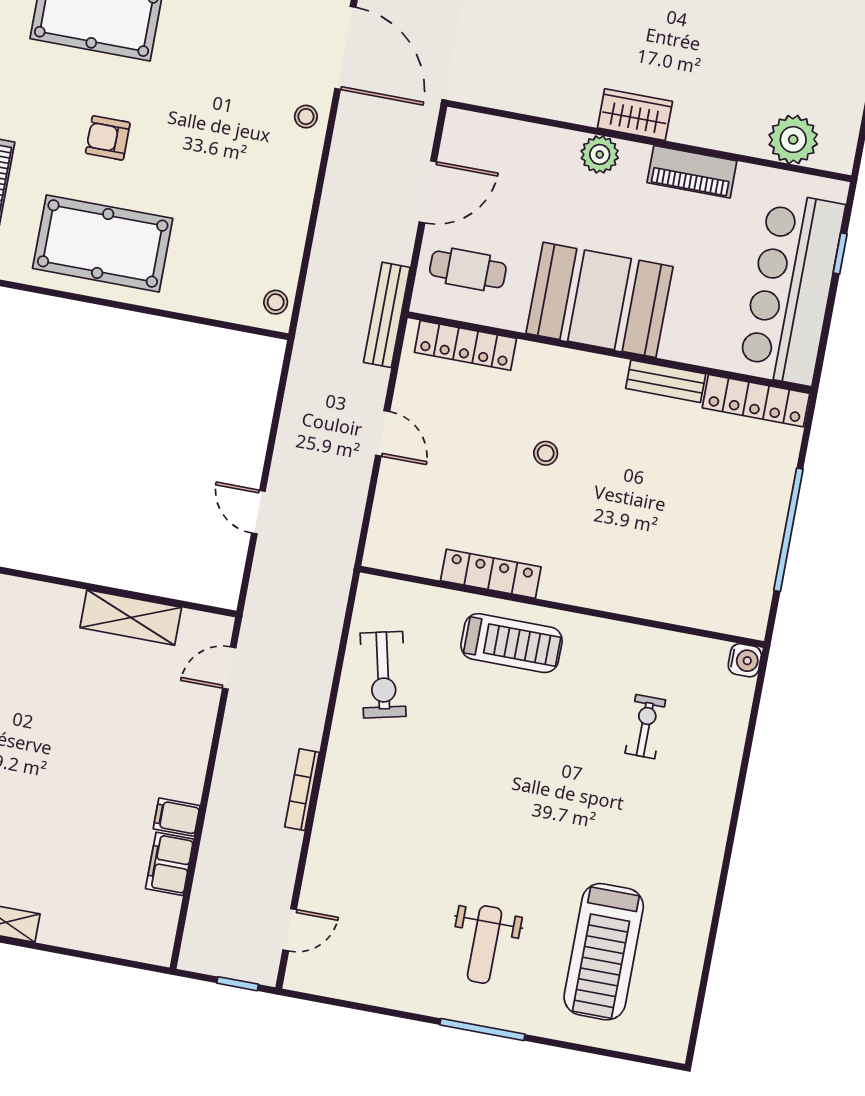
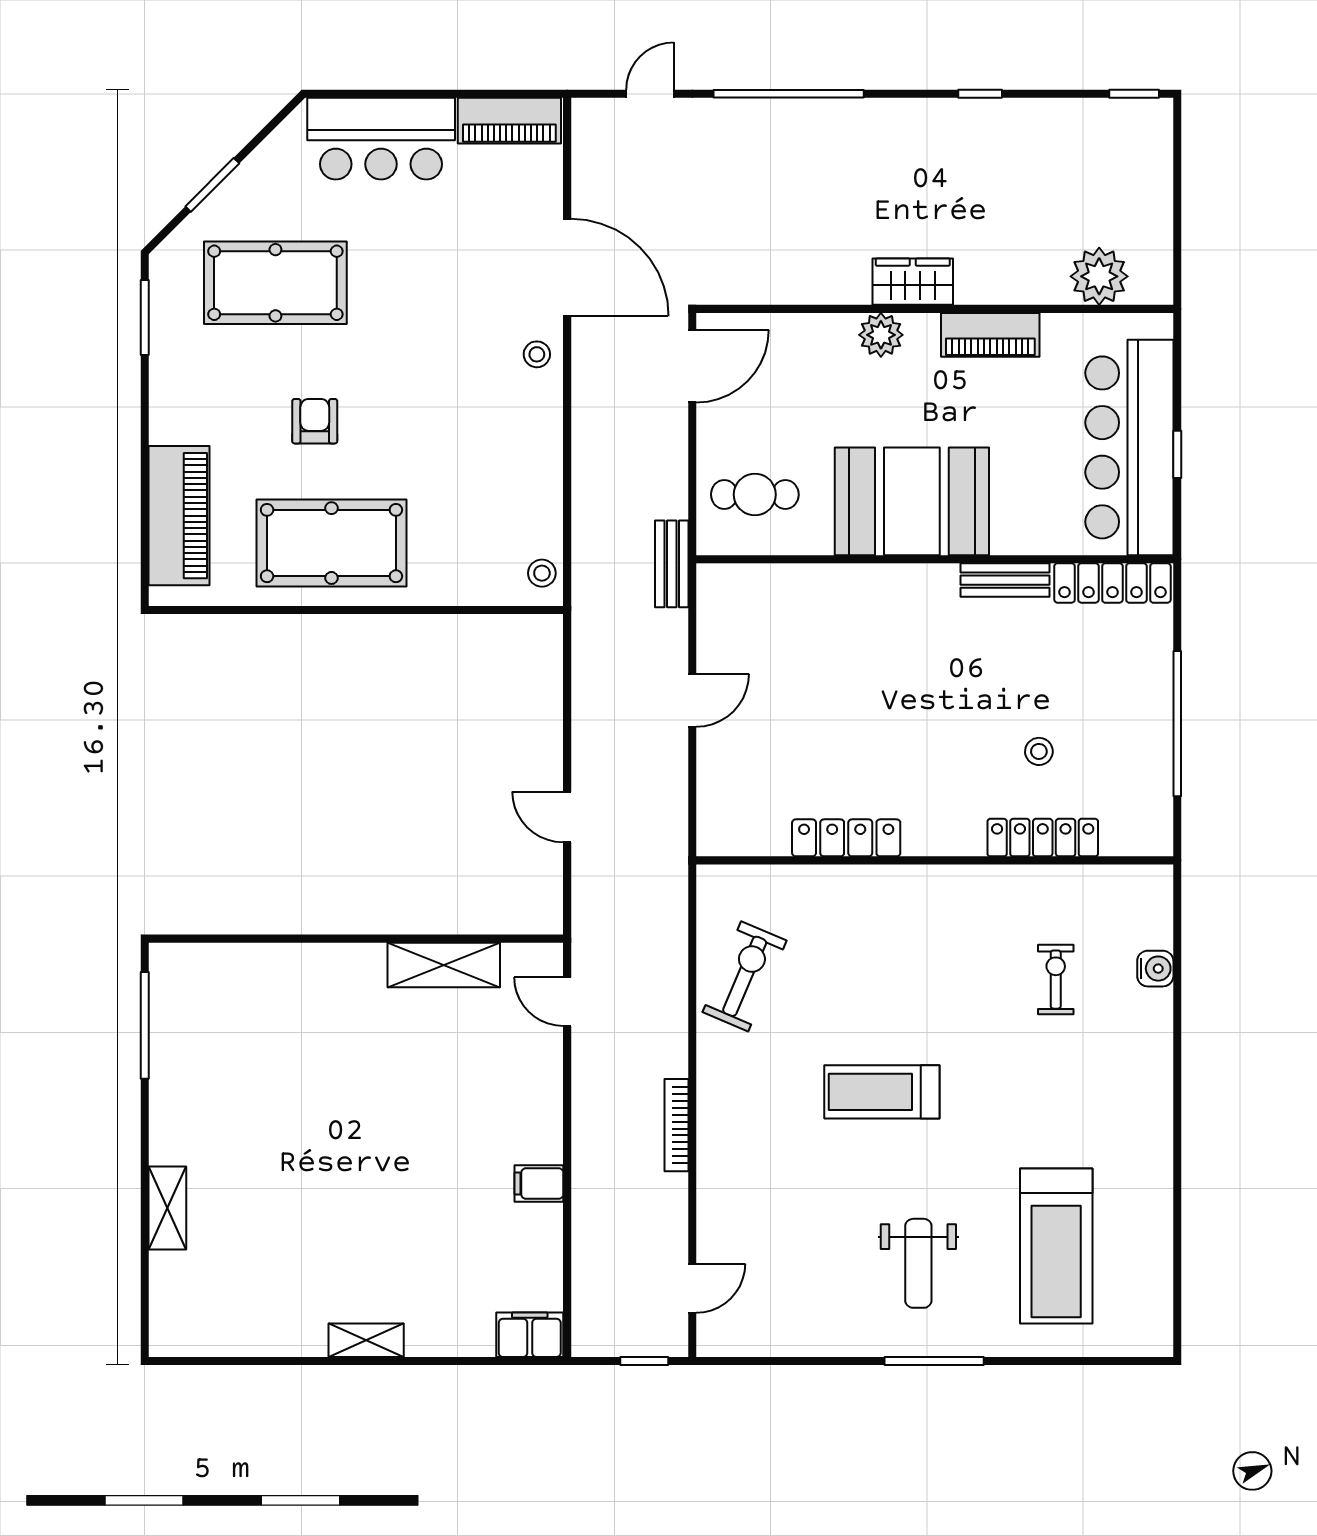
armchair: (108, 138) -> (315, 421), turned 90
door: (428, 192) -> (692, 366), moved
window: (840, 253) -> (1177, 454), moved
bench: (387, 315) -> (672, 564), width x0.73
locker: (465, 345) -> (1043, 838), moved, turned 180
door: (383, 433) -> (692, 700), hinge flipped
stool: (546, 453) -> (1039, 751), moved
treadmill: (512, 643) -> (882, 1092), moved, turned 180
water cooler: (745, 660) -> (1155, 969), moved
door: (229, 668) -> (567, 1002), hinge flipped
exercise bike: (383, 675) -> (745, 976), turned -144
filing cabinet: (170, 864) -> (530, 1335), moved, turned 90

